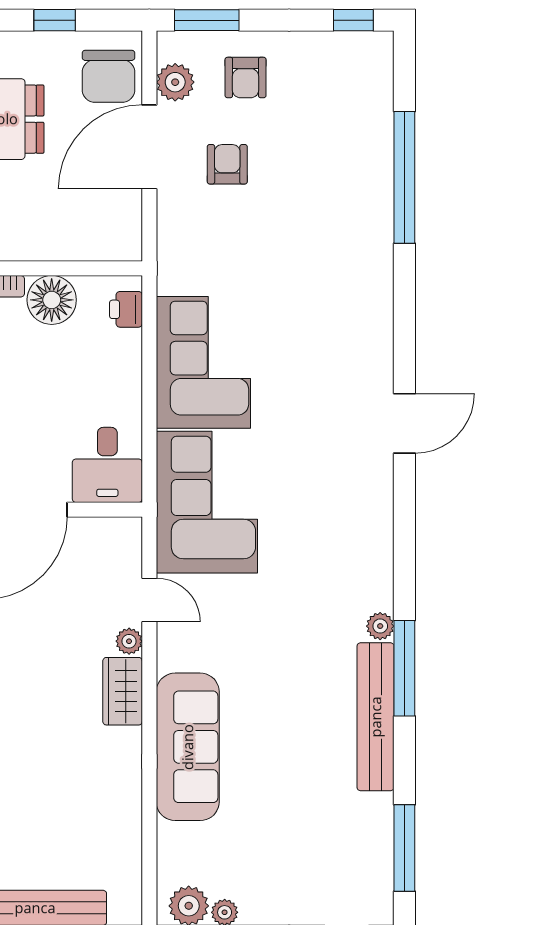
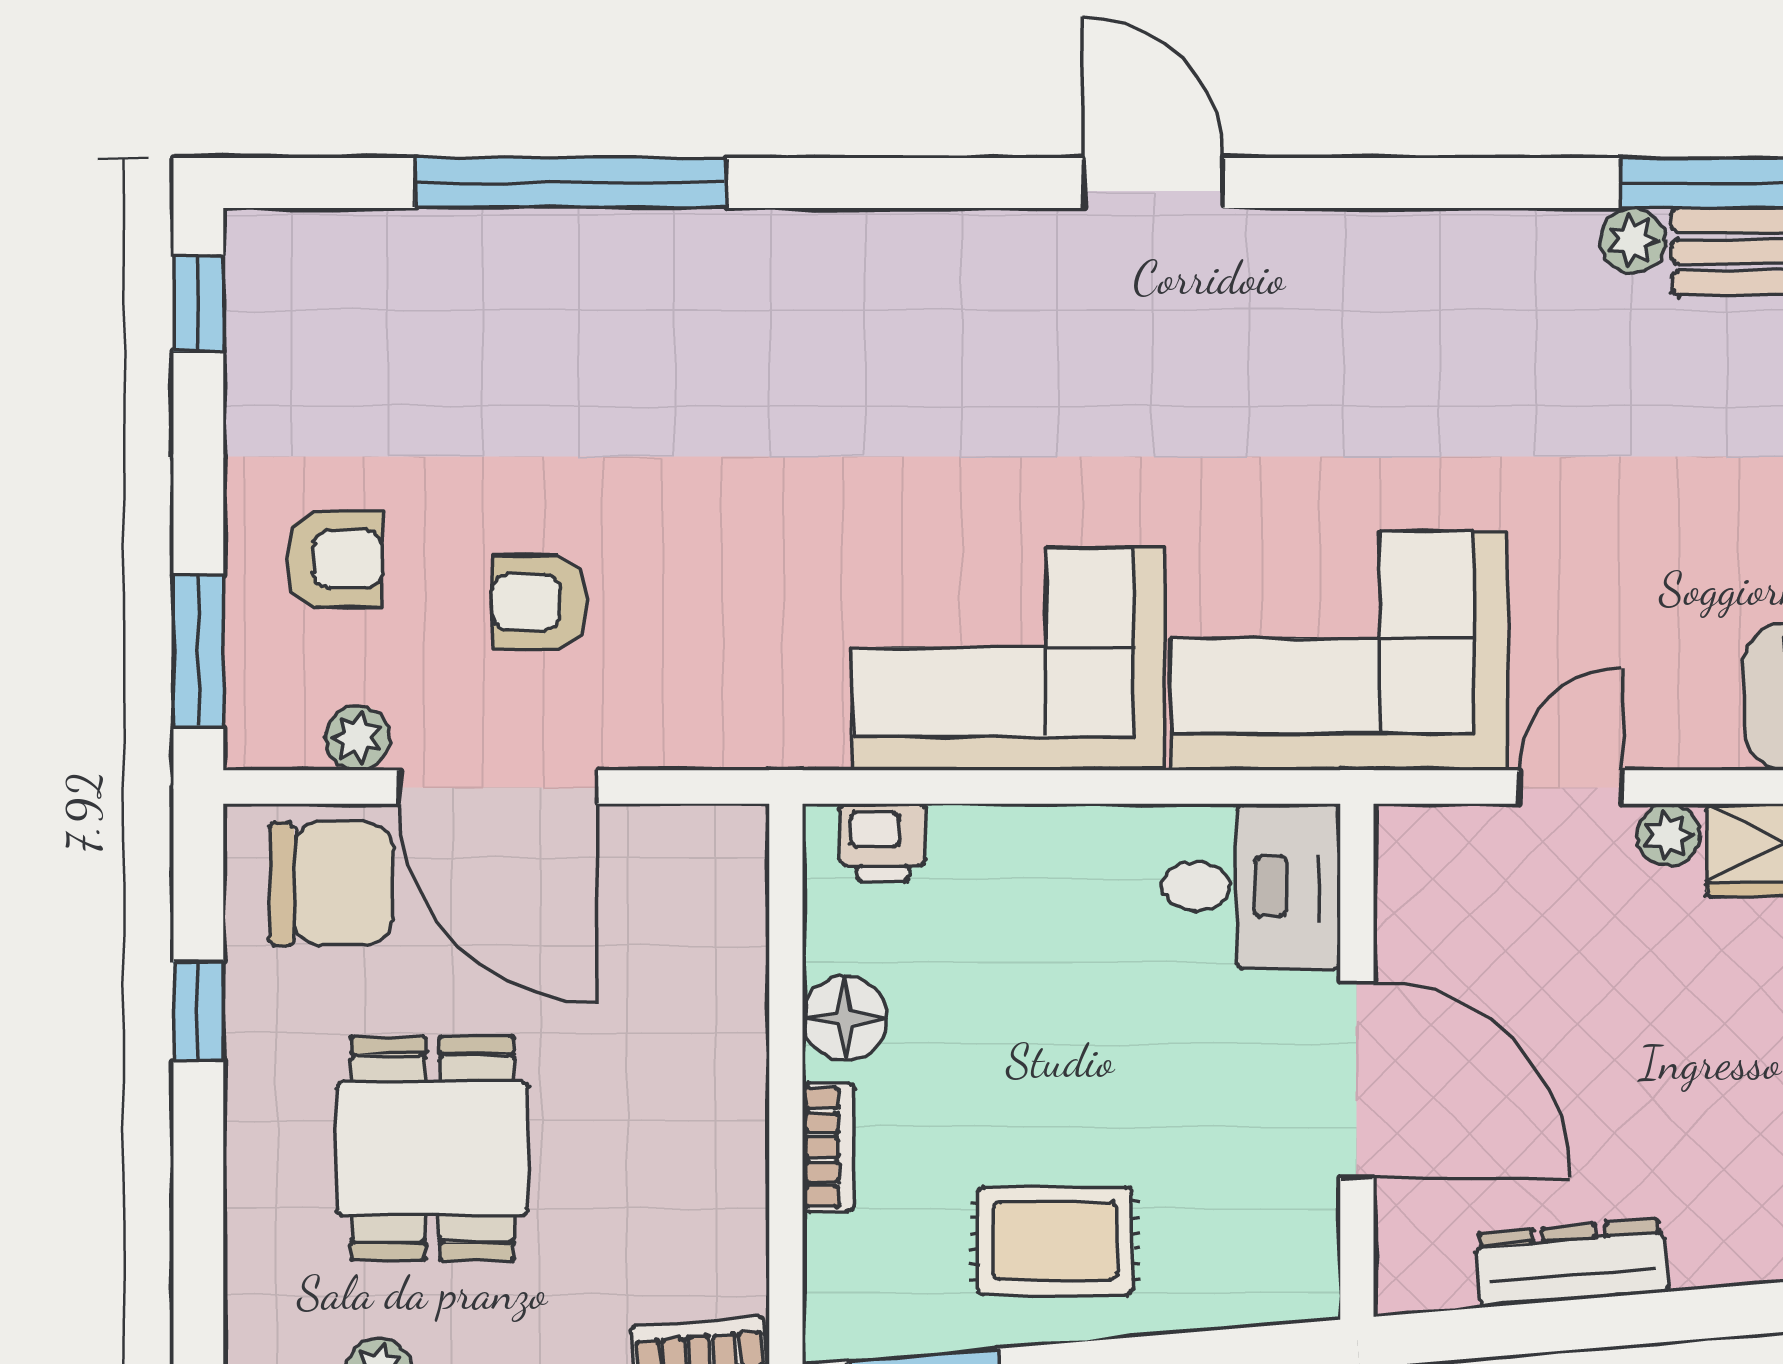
plant: (175, 82) -> (357, 738), width x0.73, depth x0.73
floor lamp: (52, 300) -> (845, 1018), width x0.73, depth x0.73

